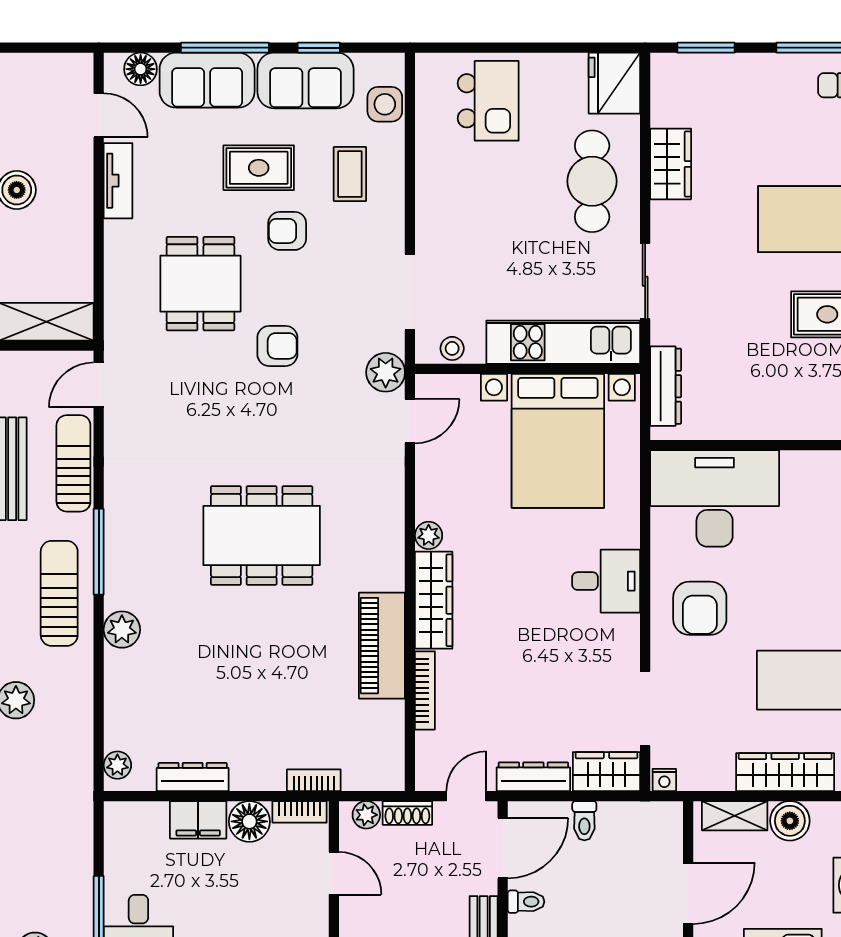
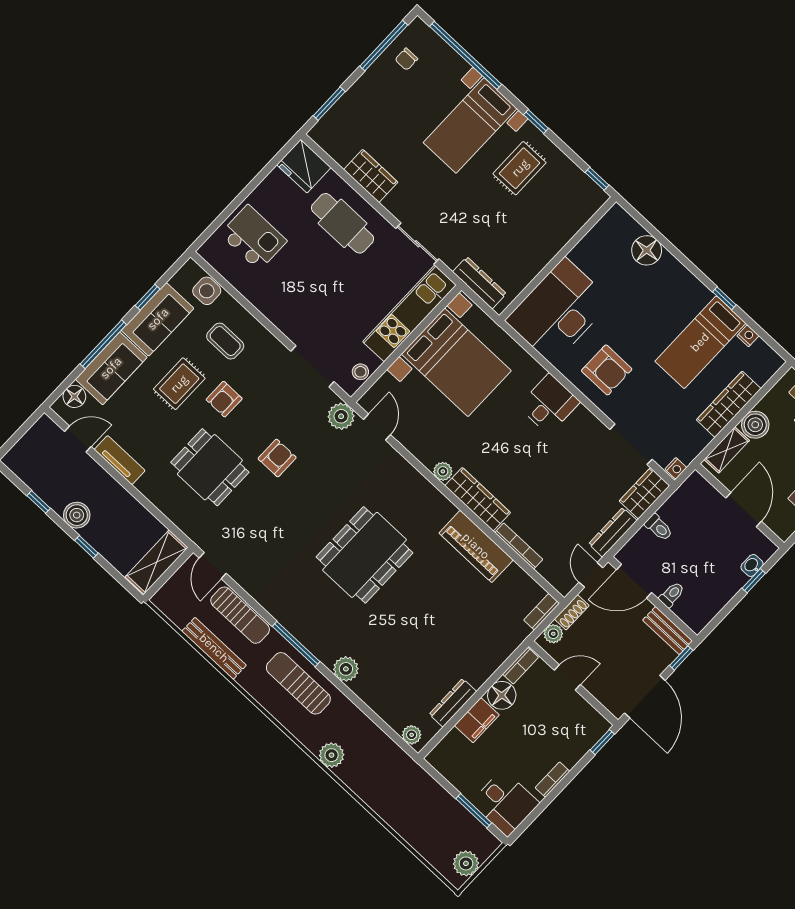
sun lounger: (73, 463) -> (240, 615), turned 180
bookcase: (314, 780) -> (542, 612), moved
door: (503, 848) -> (634, 581), swing flipped

